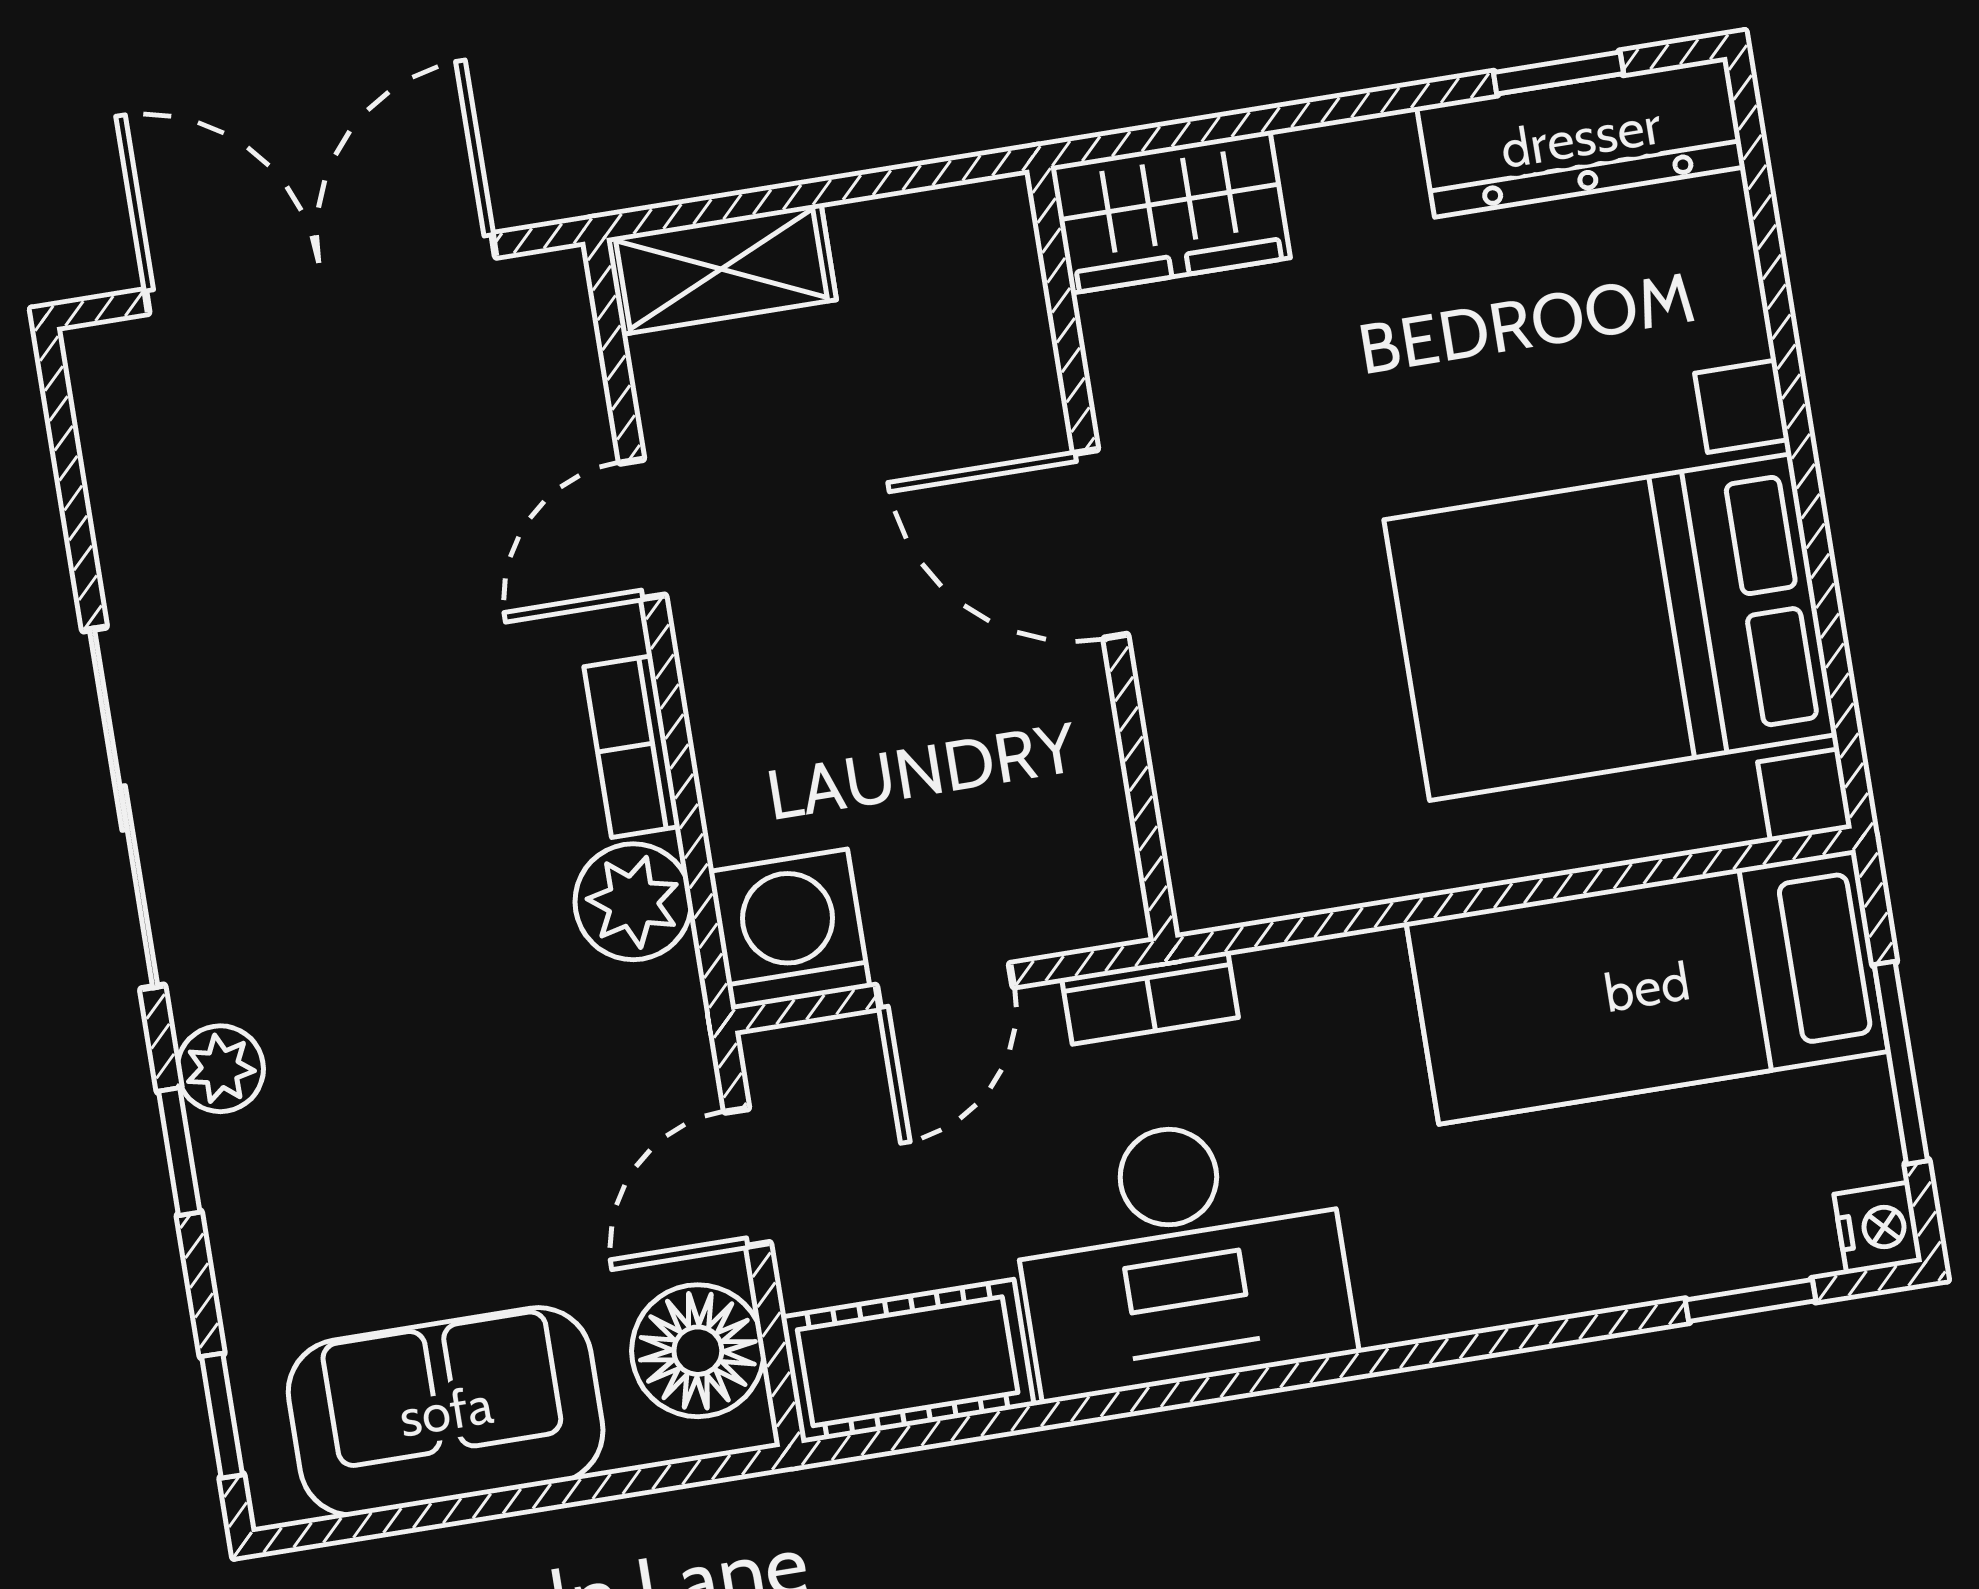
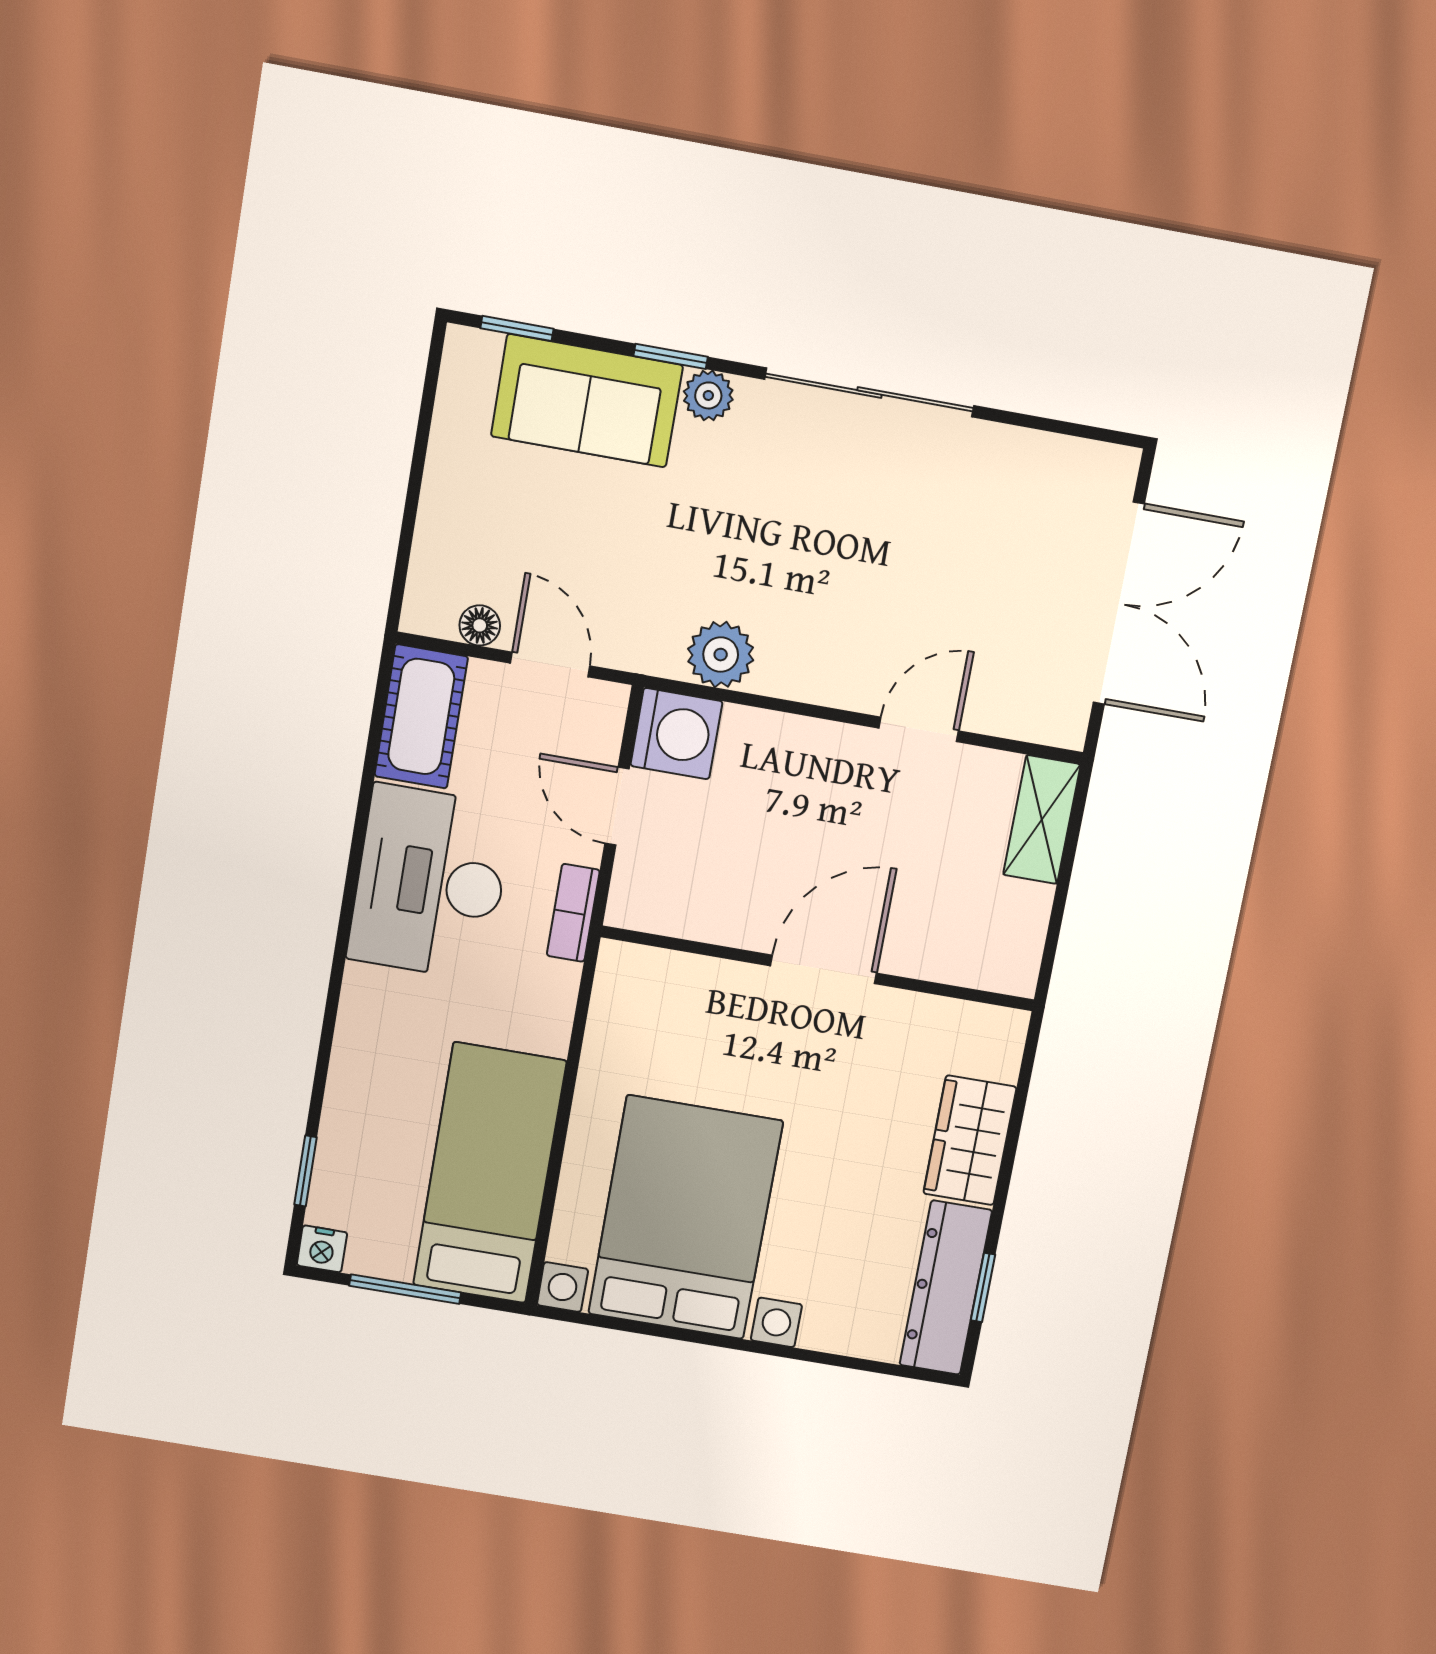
wardrobe: (1170, 212) -> (970, 1140), moved
door: (643, 529) -> (919, 729), hinge flipped
bookcase: (632, 747) -> (804, 683), removed
floor lamp: (698, 1351) -> (480, 625), width x0.53, depth x0.53
sofa: (446, 1411) -> (587, 401), moved, turned 90

